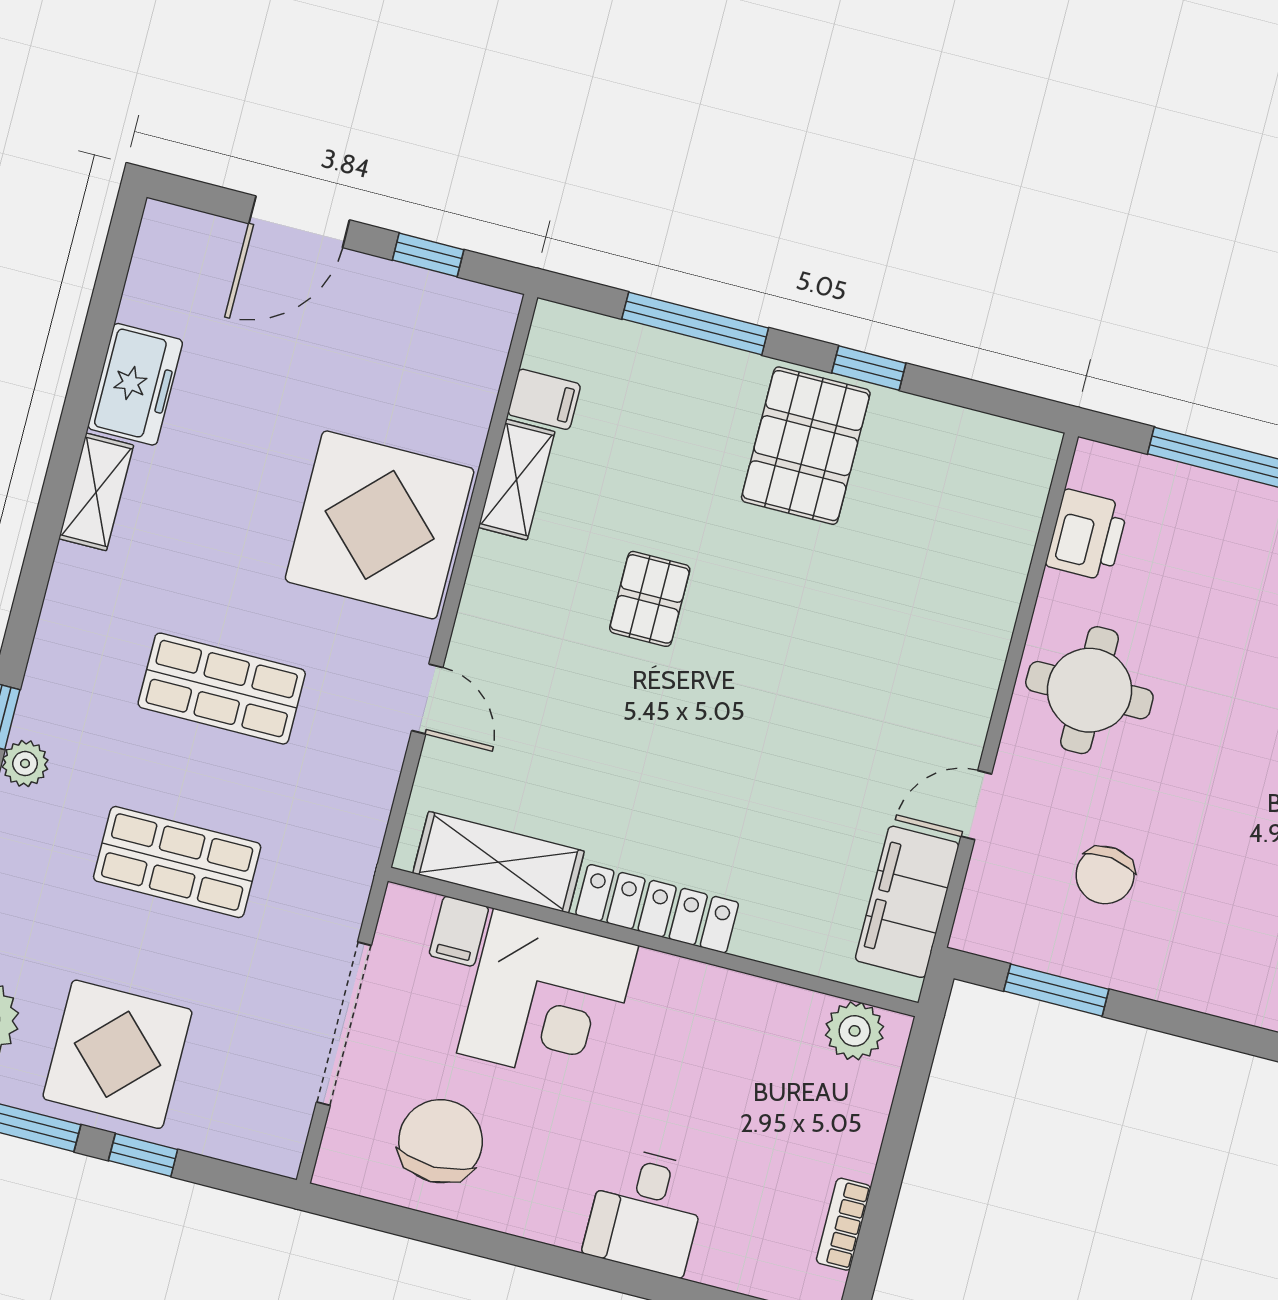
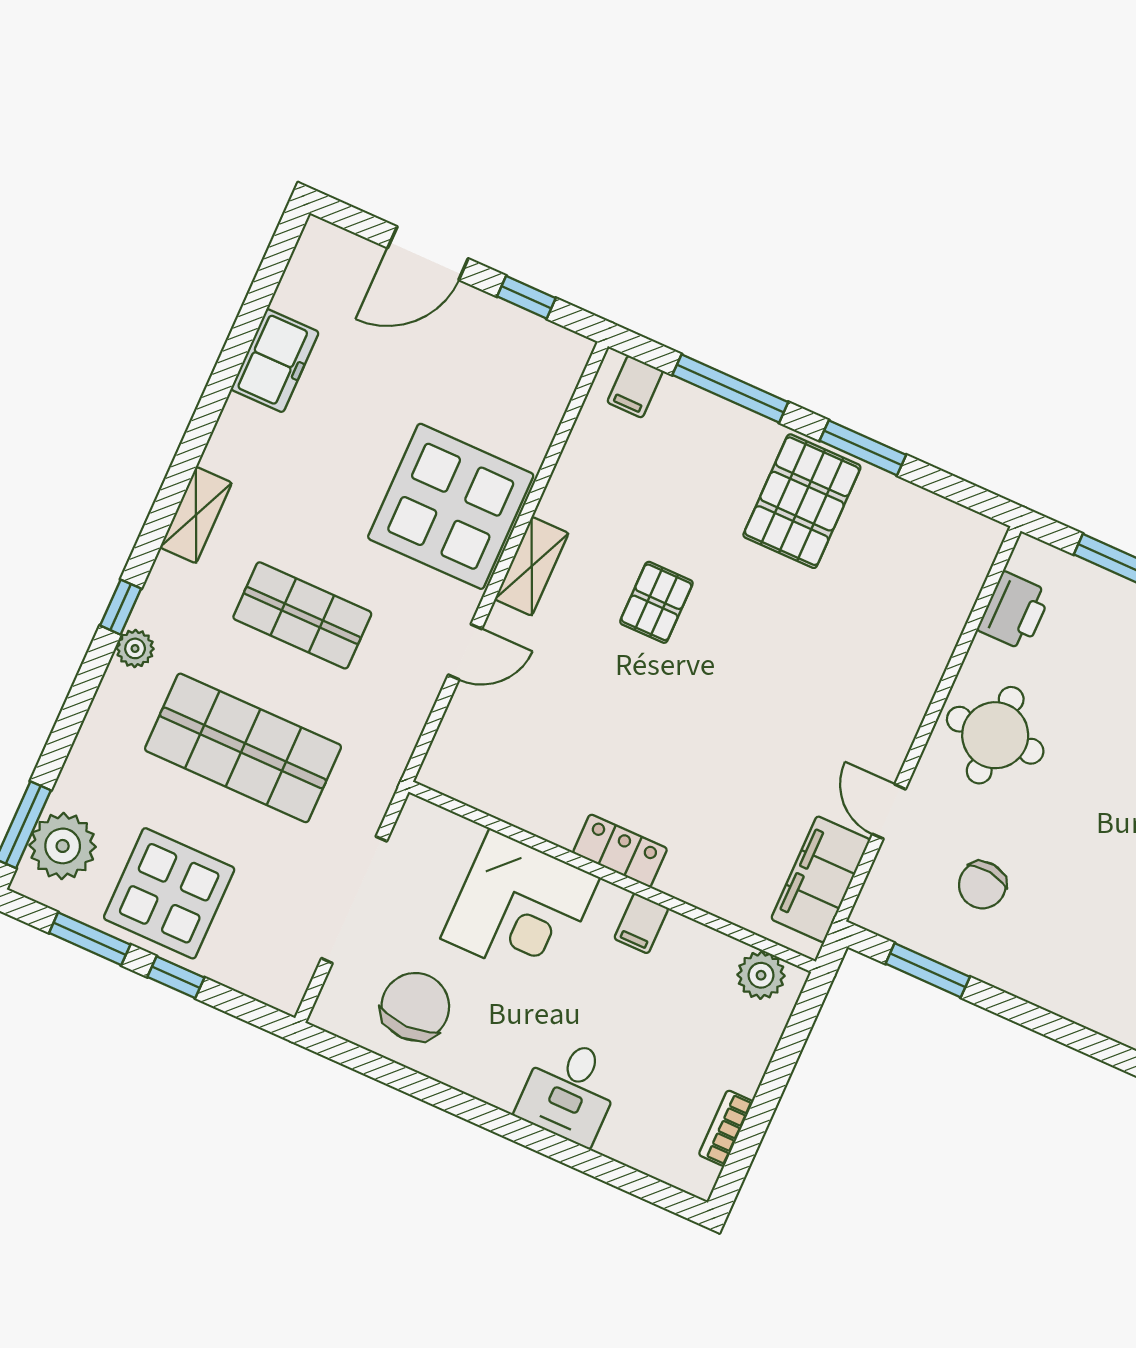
window: (869, 368) -> (863, 448), width x1.50
filing cabinet: (544, 399) -> (635, 387), moved, turned 90
shelving: (517, 480) -> (532, 566), moved
shelving: (96, 492) -> (196, 515), moved
door: (427, 699) -> (465, 652), hinge flipped
door: (976, 805) -> (889, 812), hinge flipped
shop shelf: (177, 862) -> (243, 748), width x1.43, depth x1.36
shelving: (499, 862) -> (500, 792), removed
locker: (657, 909) -> (620, 851), width x0.66
filing cabinet: (459, 931) -> (641, 923), moved

